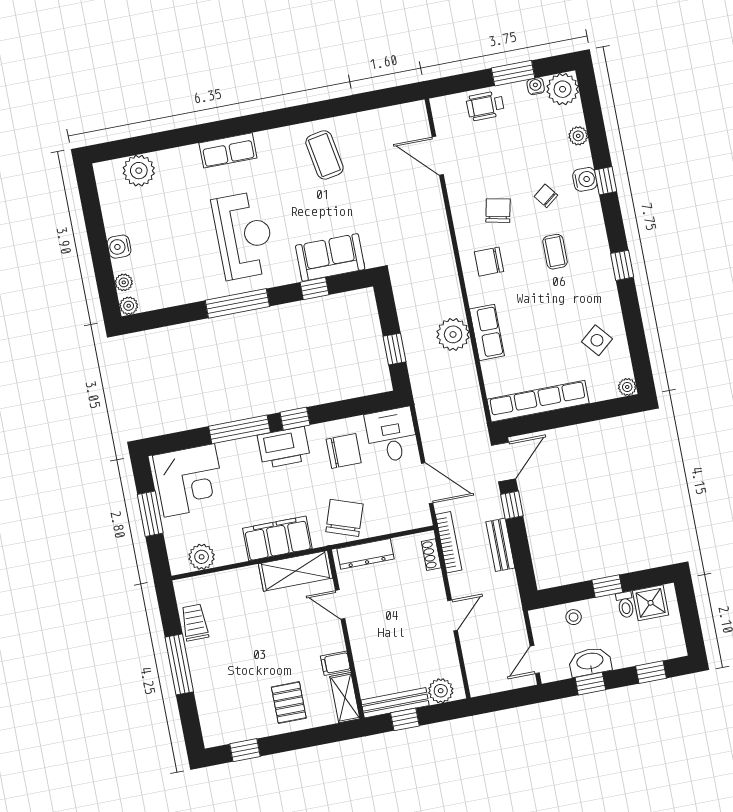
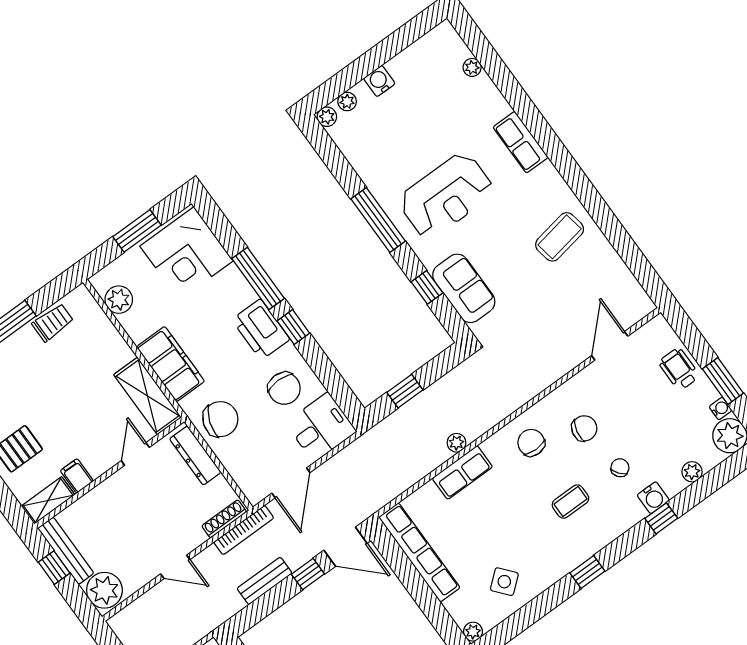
plant: (139, 171) -> (472, 67), width x0.53, depth x0.53
plant: (453, 334) -> (457, 443), width x0.53, depth x0.53
shoe rack: (431, 555) -> (224, 519), width x1.43
plant: (441, 691) -> (104, 590), width x1.36, depth x1.36

